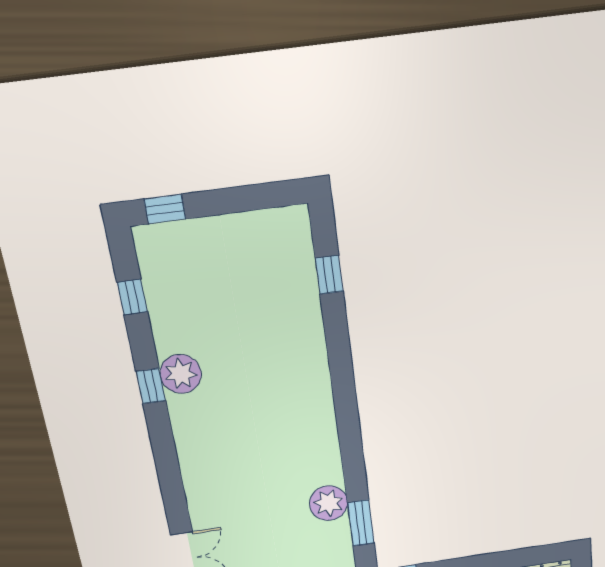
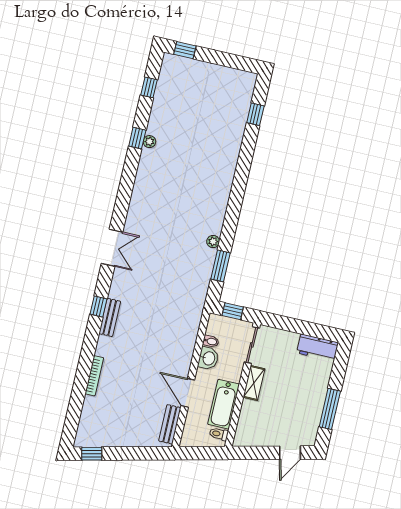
plant: (181, 374) -> (149, 142), width x0.53, depth x0.53
plant: (329, 503) -> (213, 242), width x0.53, depth x0.53

